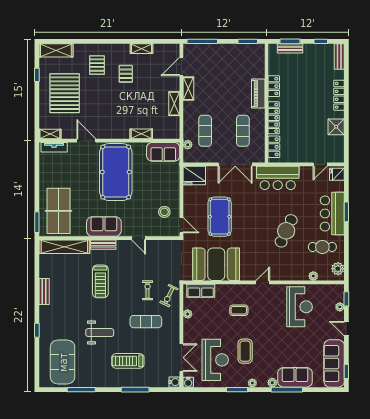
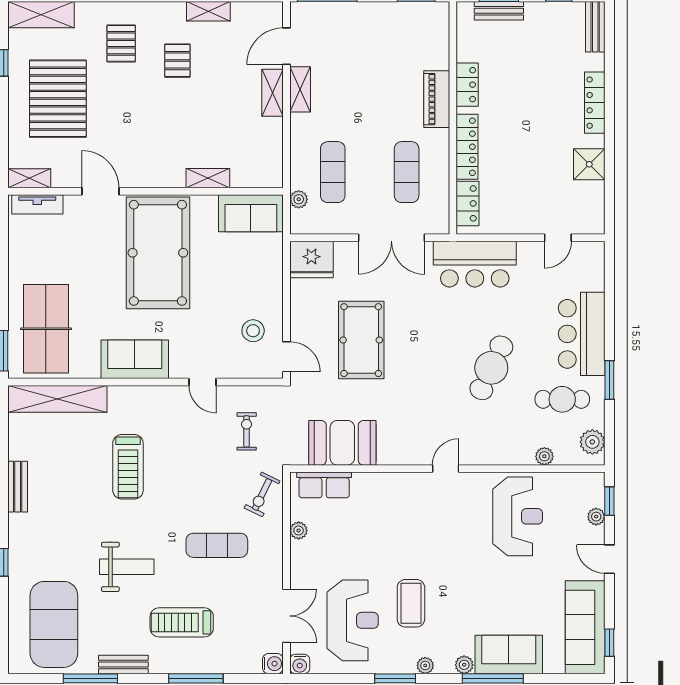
shelving: (174, 104) -> (272, 93), moved
fridge: (337, 174) -> (591, 257), removed
window: (346, 212) -> (609, 380), moved
bench: (103, 245) -> (123, 664), moved
booth: (216, 264) -> (342, 443), width x0.73, depth x0.70
exercise bike: (148, 290) -> (247, 431), moved
coffee table: (239, 310) -> (399, 523), removed

